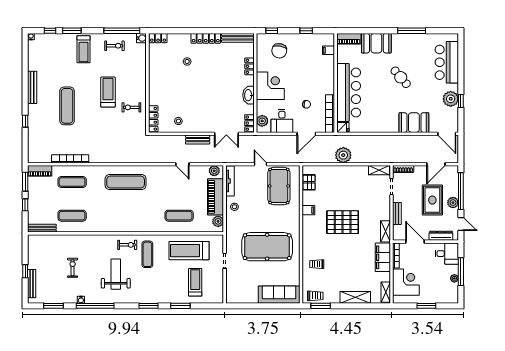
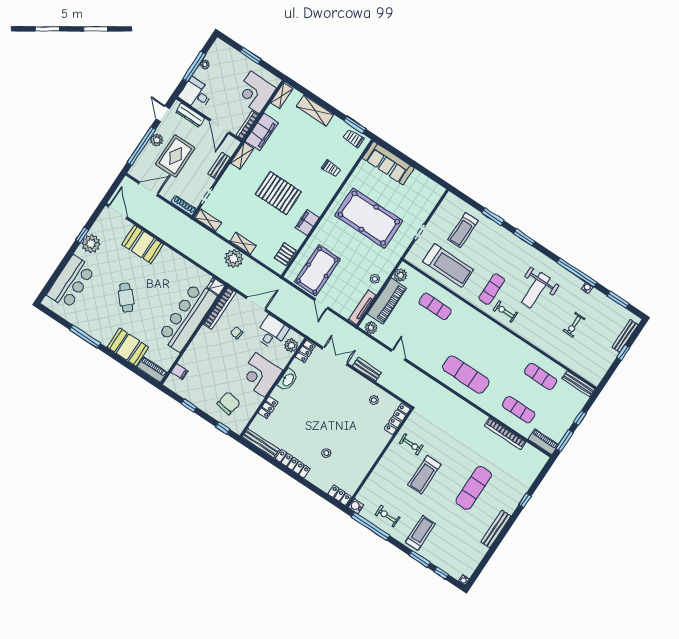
shelving: (344, 170) -> (243, 243), added
filing cabinet: (308, 210) -> (307, 222), width x2.00

